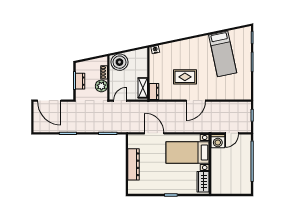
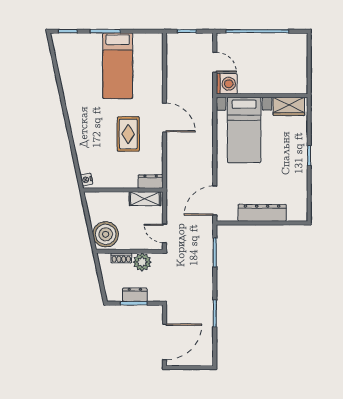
bed: (223, 54) -> (118, 66), moved, turned 102
door: (154, 133) -> (215, 201), moved

